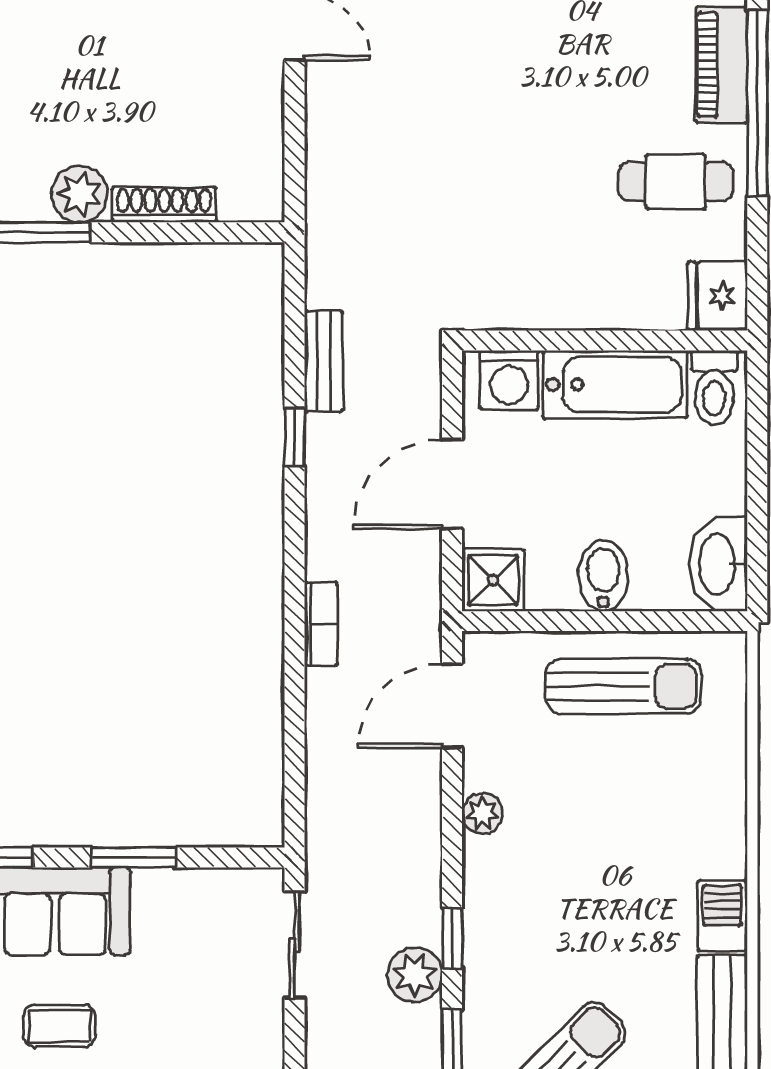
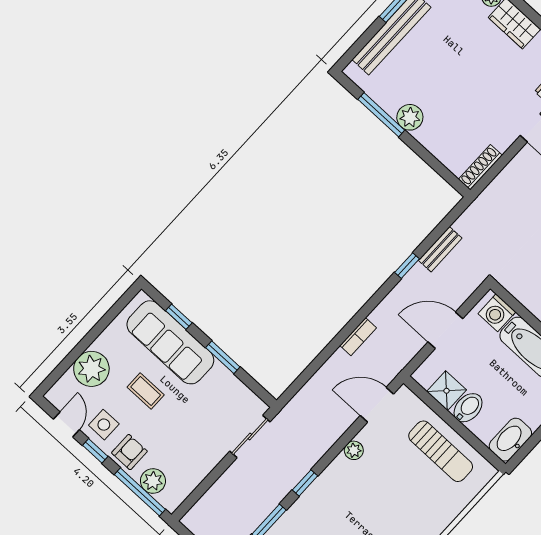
shoe rack: (164, 205) -> (480, 167), moved, turned -90
shower: (493, 580) -> (447, 391), moved
plant: (415, 975) -> (281, 484), removed

